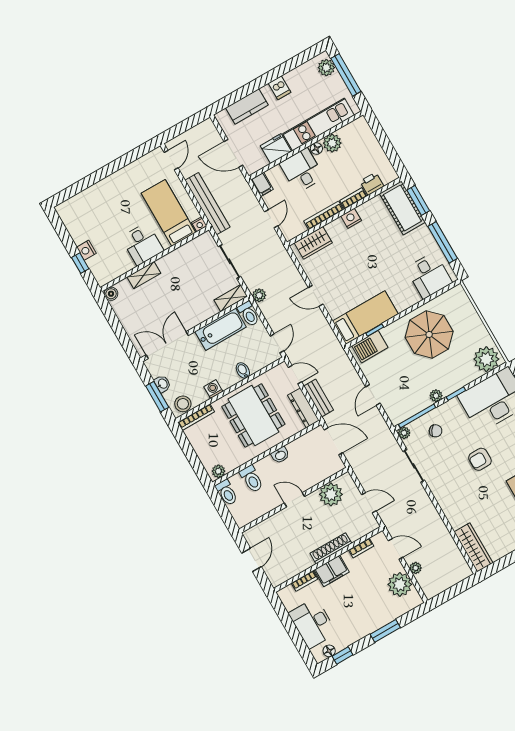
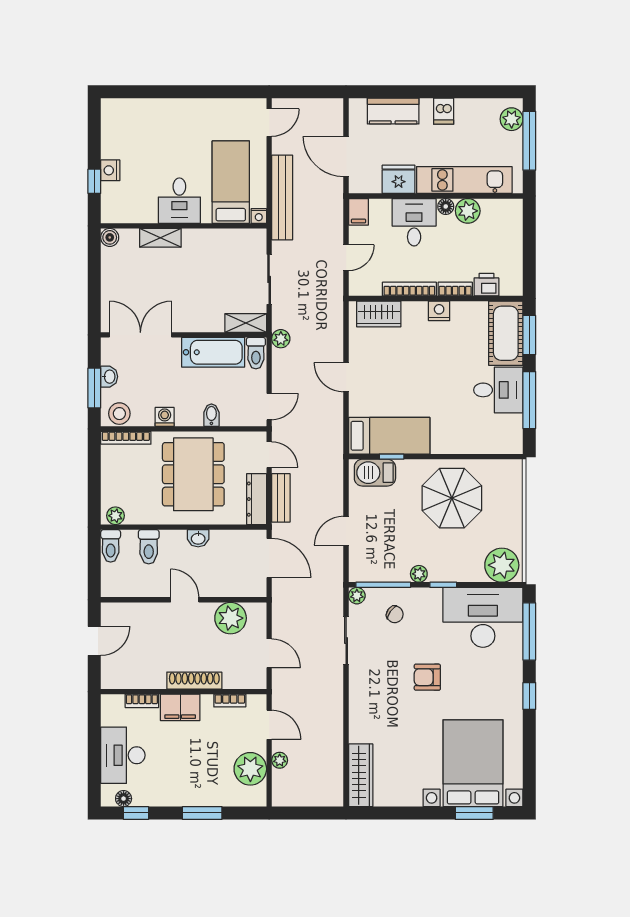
desk: (429, 275) -> (498, 390), moved, turned -90

